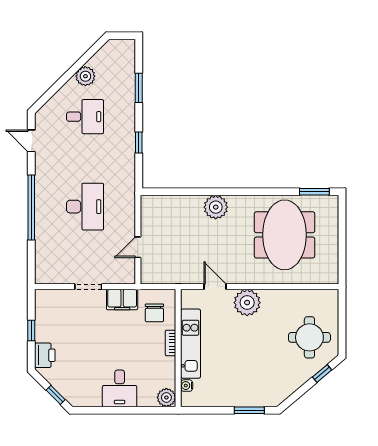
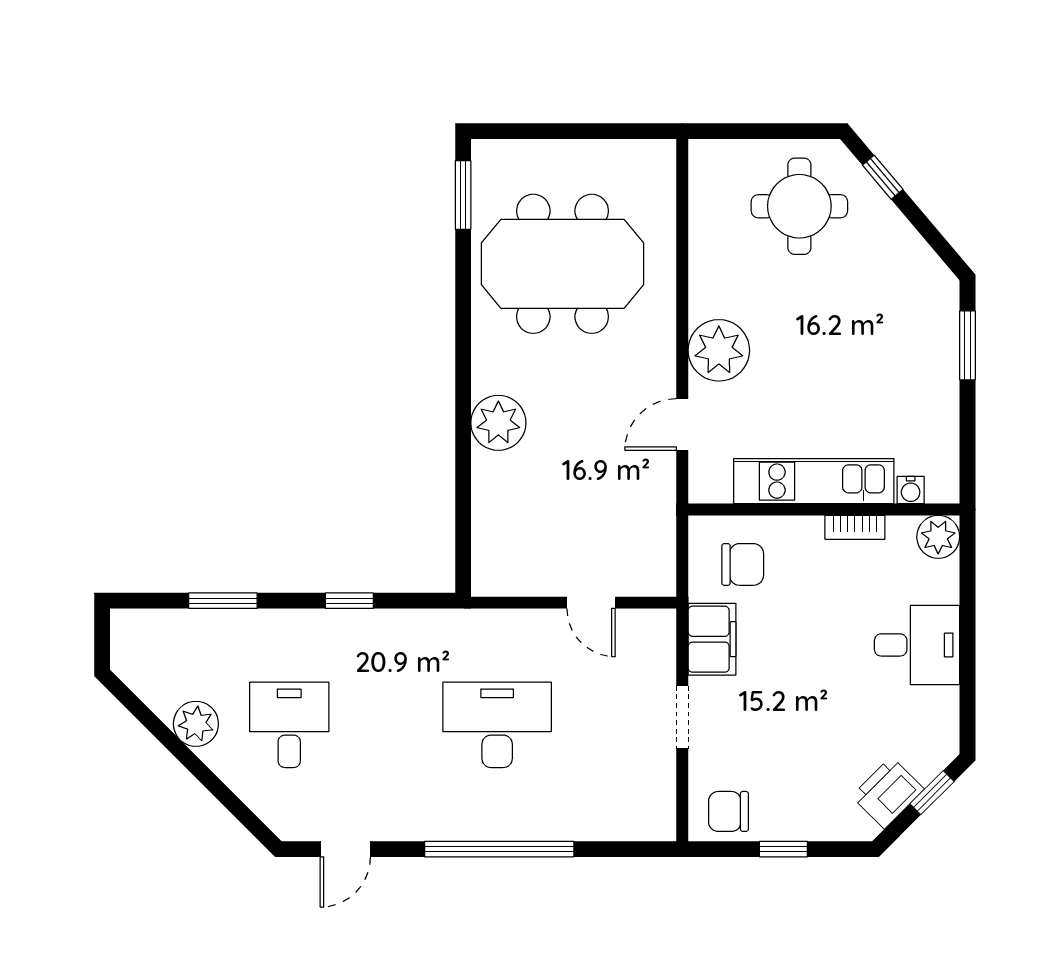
chair: (48, 307) -> (728, 811), added
bookcase: (171, 343) -> (855, 527), moved
printer: (45, 355) -> (888, 793), moved, turned -45

